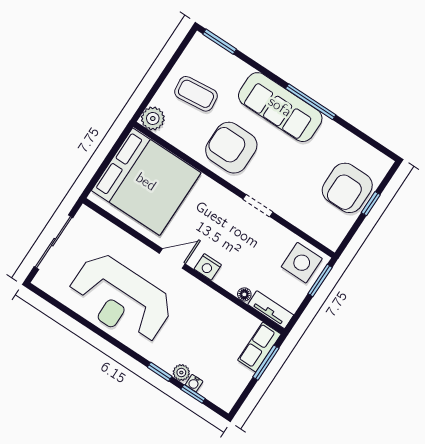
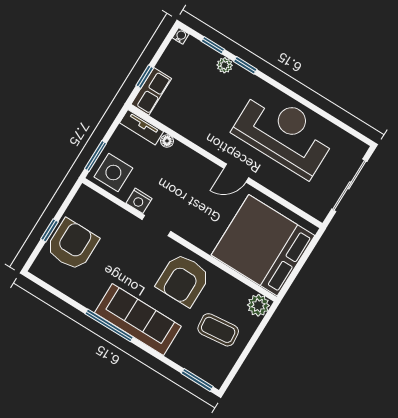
armchair: (231, 148) -> (183, 280), turned 90
nightstand: (208, 267) -> (139, 201), moved, turned 180
window: (266, 363) -> (145, 77), width x0.67
water cooler: (194, 383) -> (181, 36), moved

